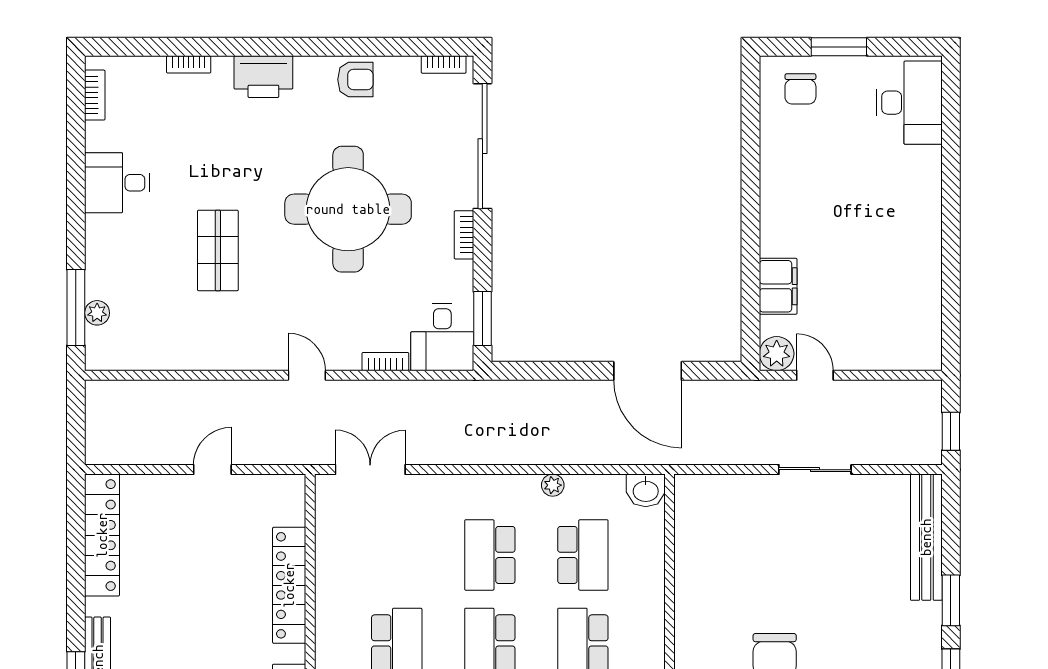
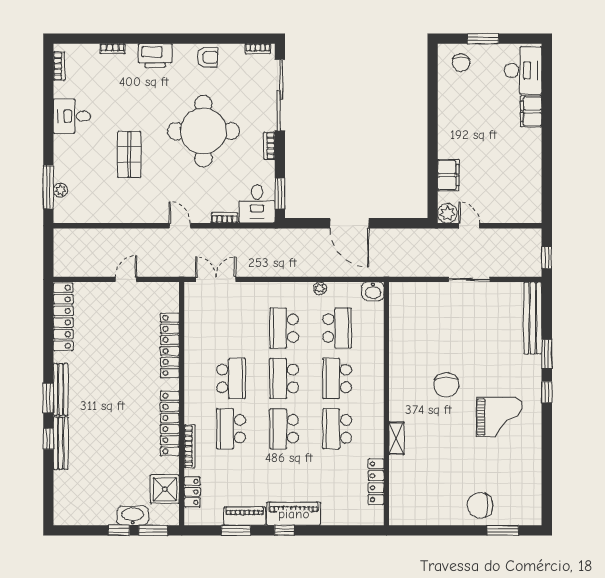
filing cabinet: (924, 174) -> (531, 111), added
door: (648, 371) -> (349, 223), moved

